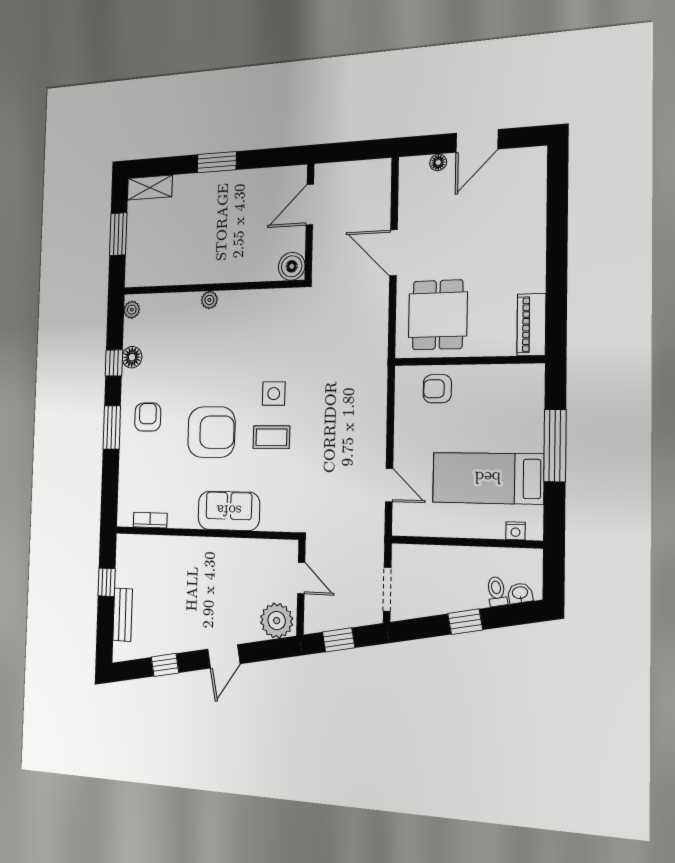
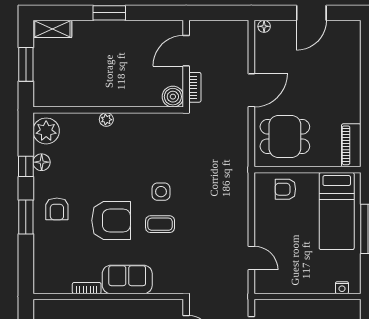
floor lamp: (438, 162) -> (264, 26), moved
bookcase: (320, 253) -> (195, 87), added
door: (393, 253) -> (251, 90), swing flipped
plant: (132, 310) -> (46, 131), width x1.87, depth x1.87
dining table: (438, 315) -> (285, 136), turned 90
armchair: (148, 417) -> (57, 209), turned 180
bed: (488, 478) -> (337, 211), moved, turned -90
bookcase: (150, 520) -> (87, 288), moved

